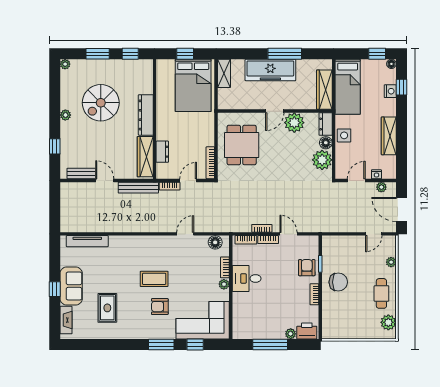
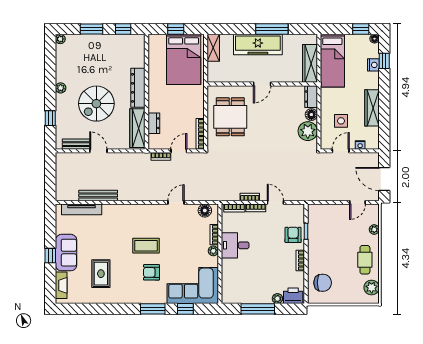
spiral stairs: (101, 103) -> (96, 104), moved
plant: (294, 123) -> (281, 95), removed
side table: (344, 135) -> (341, 121), moved
plant: (381, 187) -> (365, 157), removed
bench: (138, 188) -> (98, 195), moved
chair: (338, 282) -> (323, 283), moved

